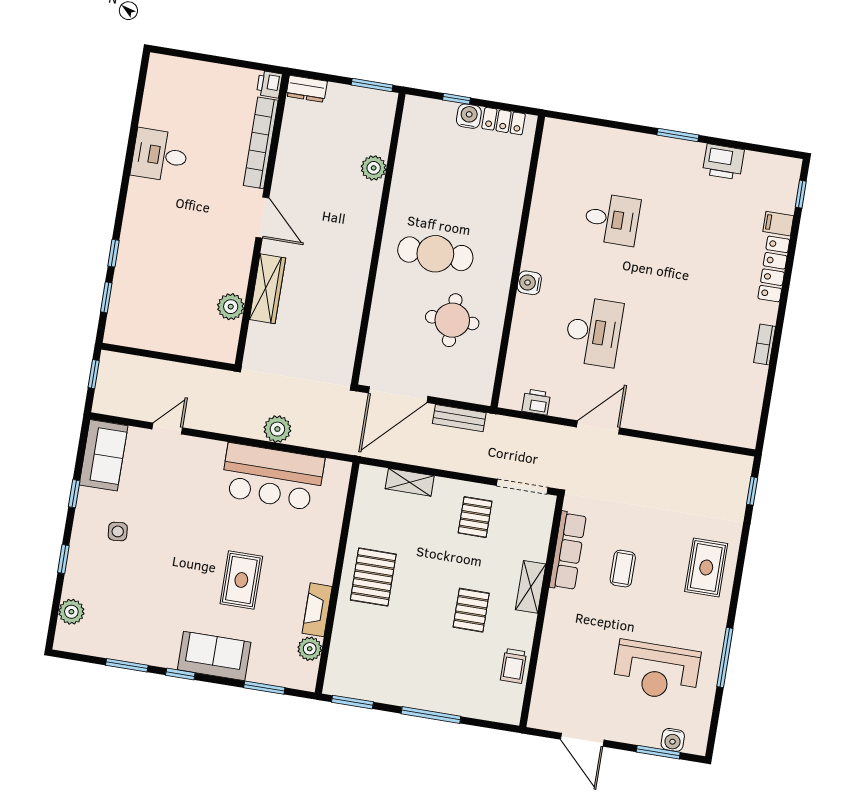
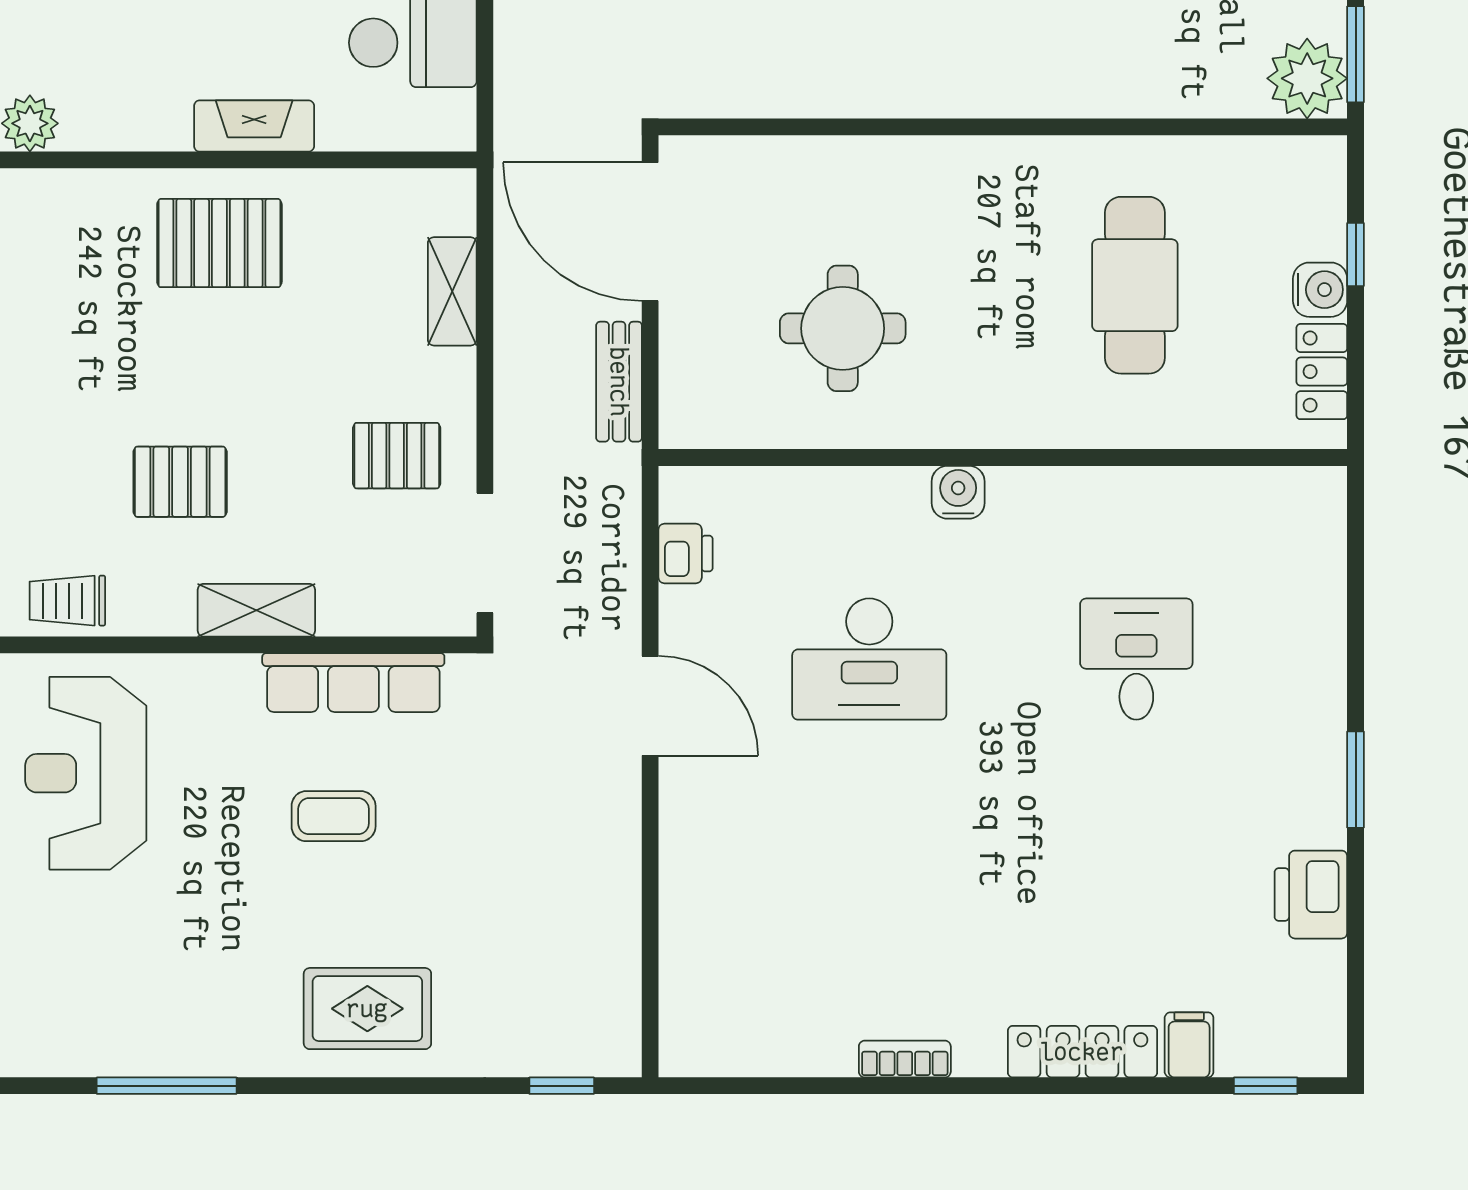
plant: (374, 168) -> (1307, 78), moved, width x1.36, depth x1.36
desk: (612, 219) -> (1136, 659), turned 180
cafe table: (435, 254) -> (1135, 285), moved
fireplace: (317, 610) -> (254, 126), moved
reception desk: (657, 671) -> (86, 773), moved

